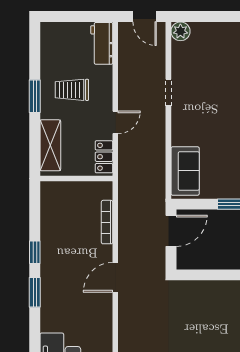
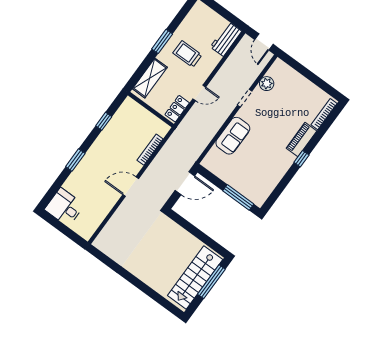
plant: (180, 31) -> (267, 84), moved
sofa: (185, 171) -> (233, 136), moved
window: (35, 252) -> (104, 121), moved

